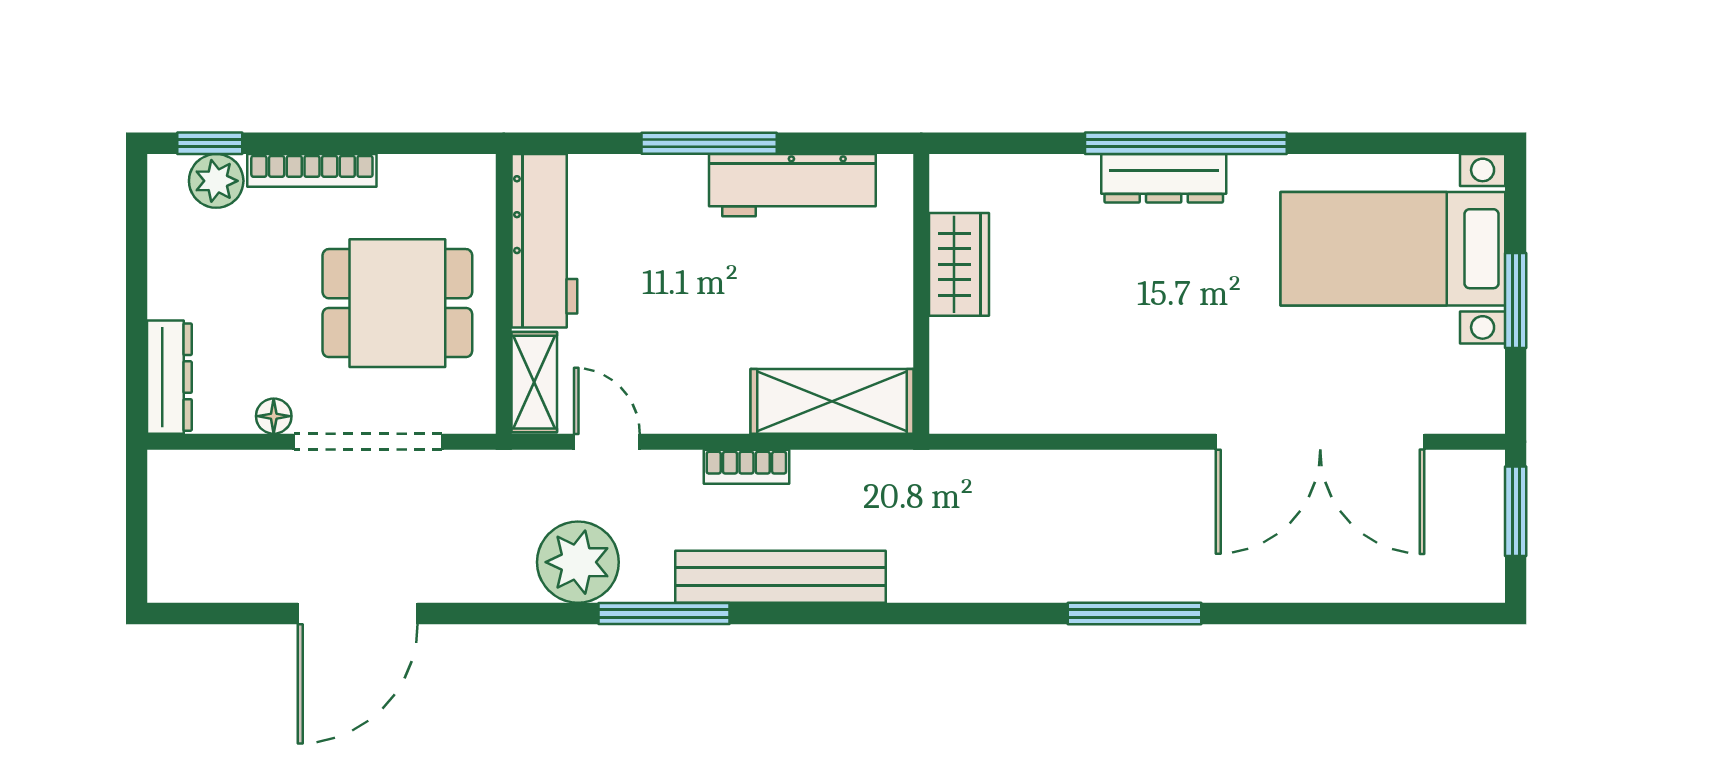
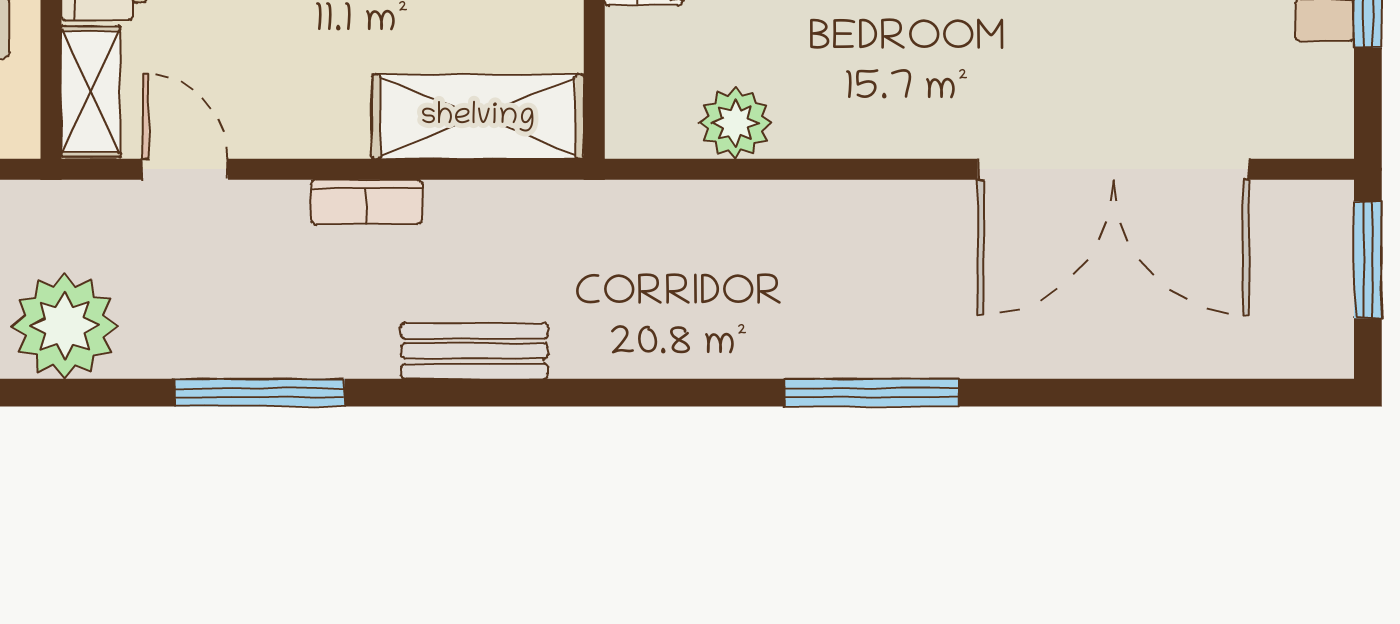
plant: (1030, 406) -> (735, 123), added
plant: (578, 562) -> (65, 326), moved
bench: (781, 577) -> (475, 351), width x0.54, depth x0.82

